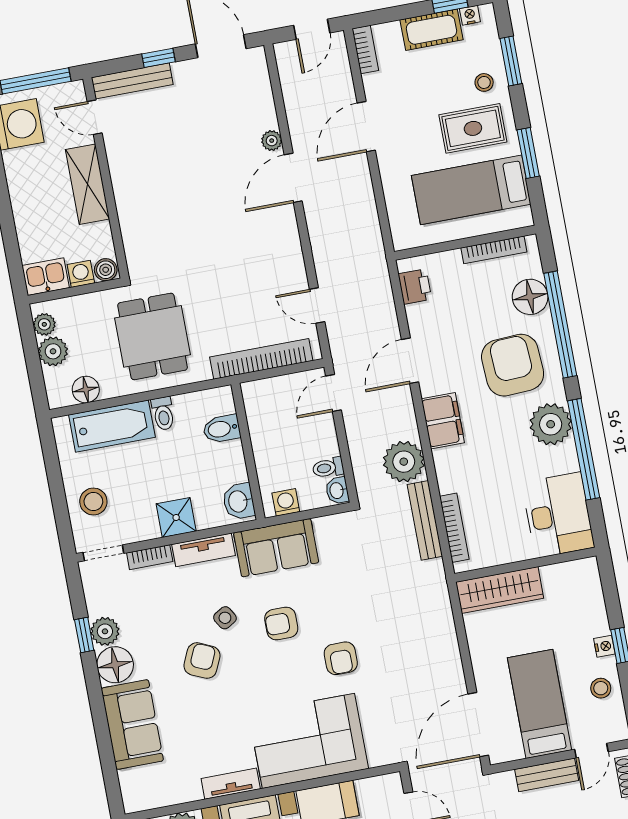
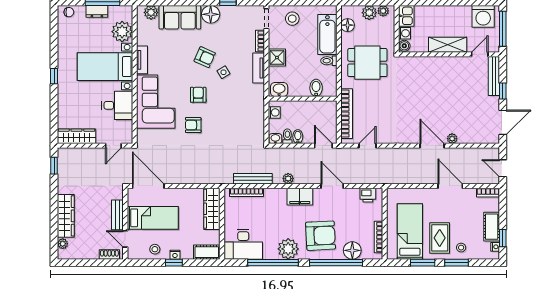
window: (511, 61) -> (457, 263), moved
bidet: (325, 447) -> (298, 137), added
plant: (404, 462) -> (288, 179), width x0.53, depth x0.53
sofa: (276, 548) -> (253, 104), removed
cot: (587, 584) -> (207, 252), added
armchair: (281, 624) -> (198, 95), moved
plant: (105, 631) -> (151, 12), moved

